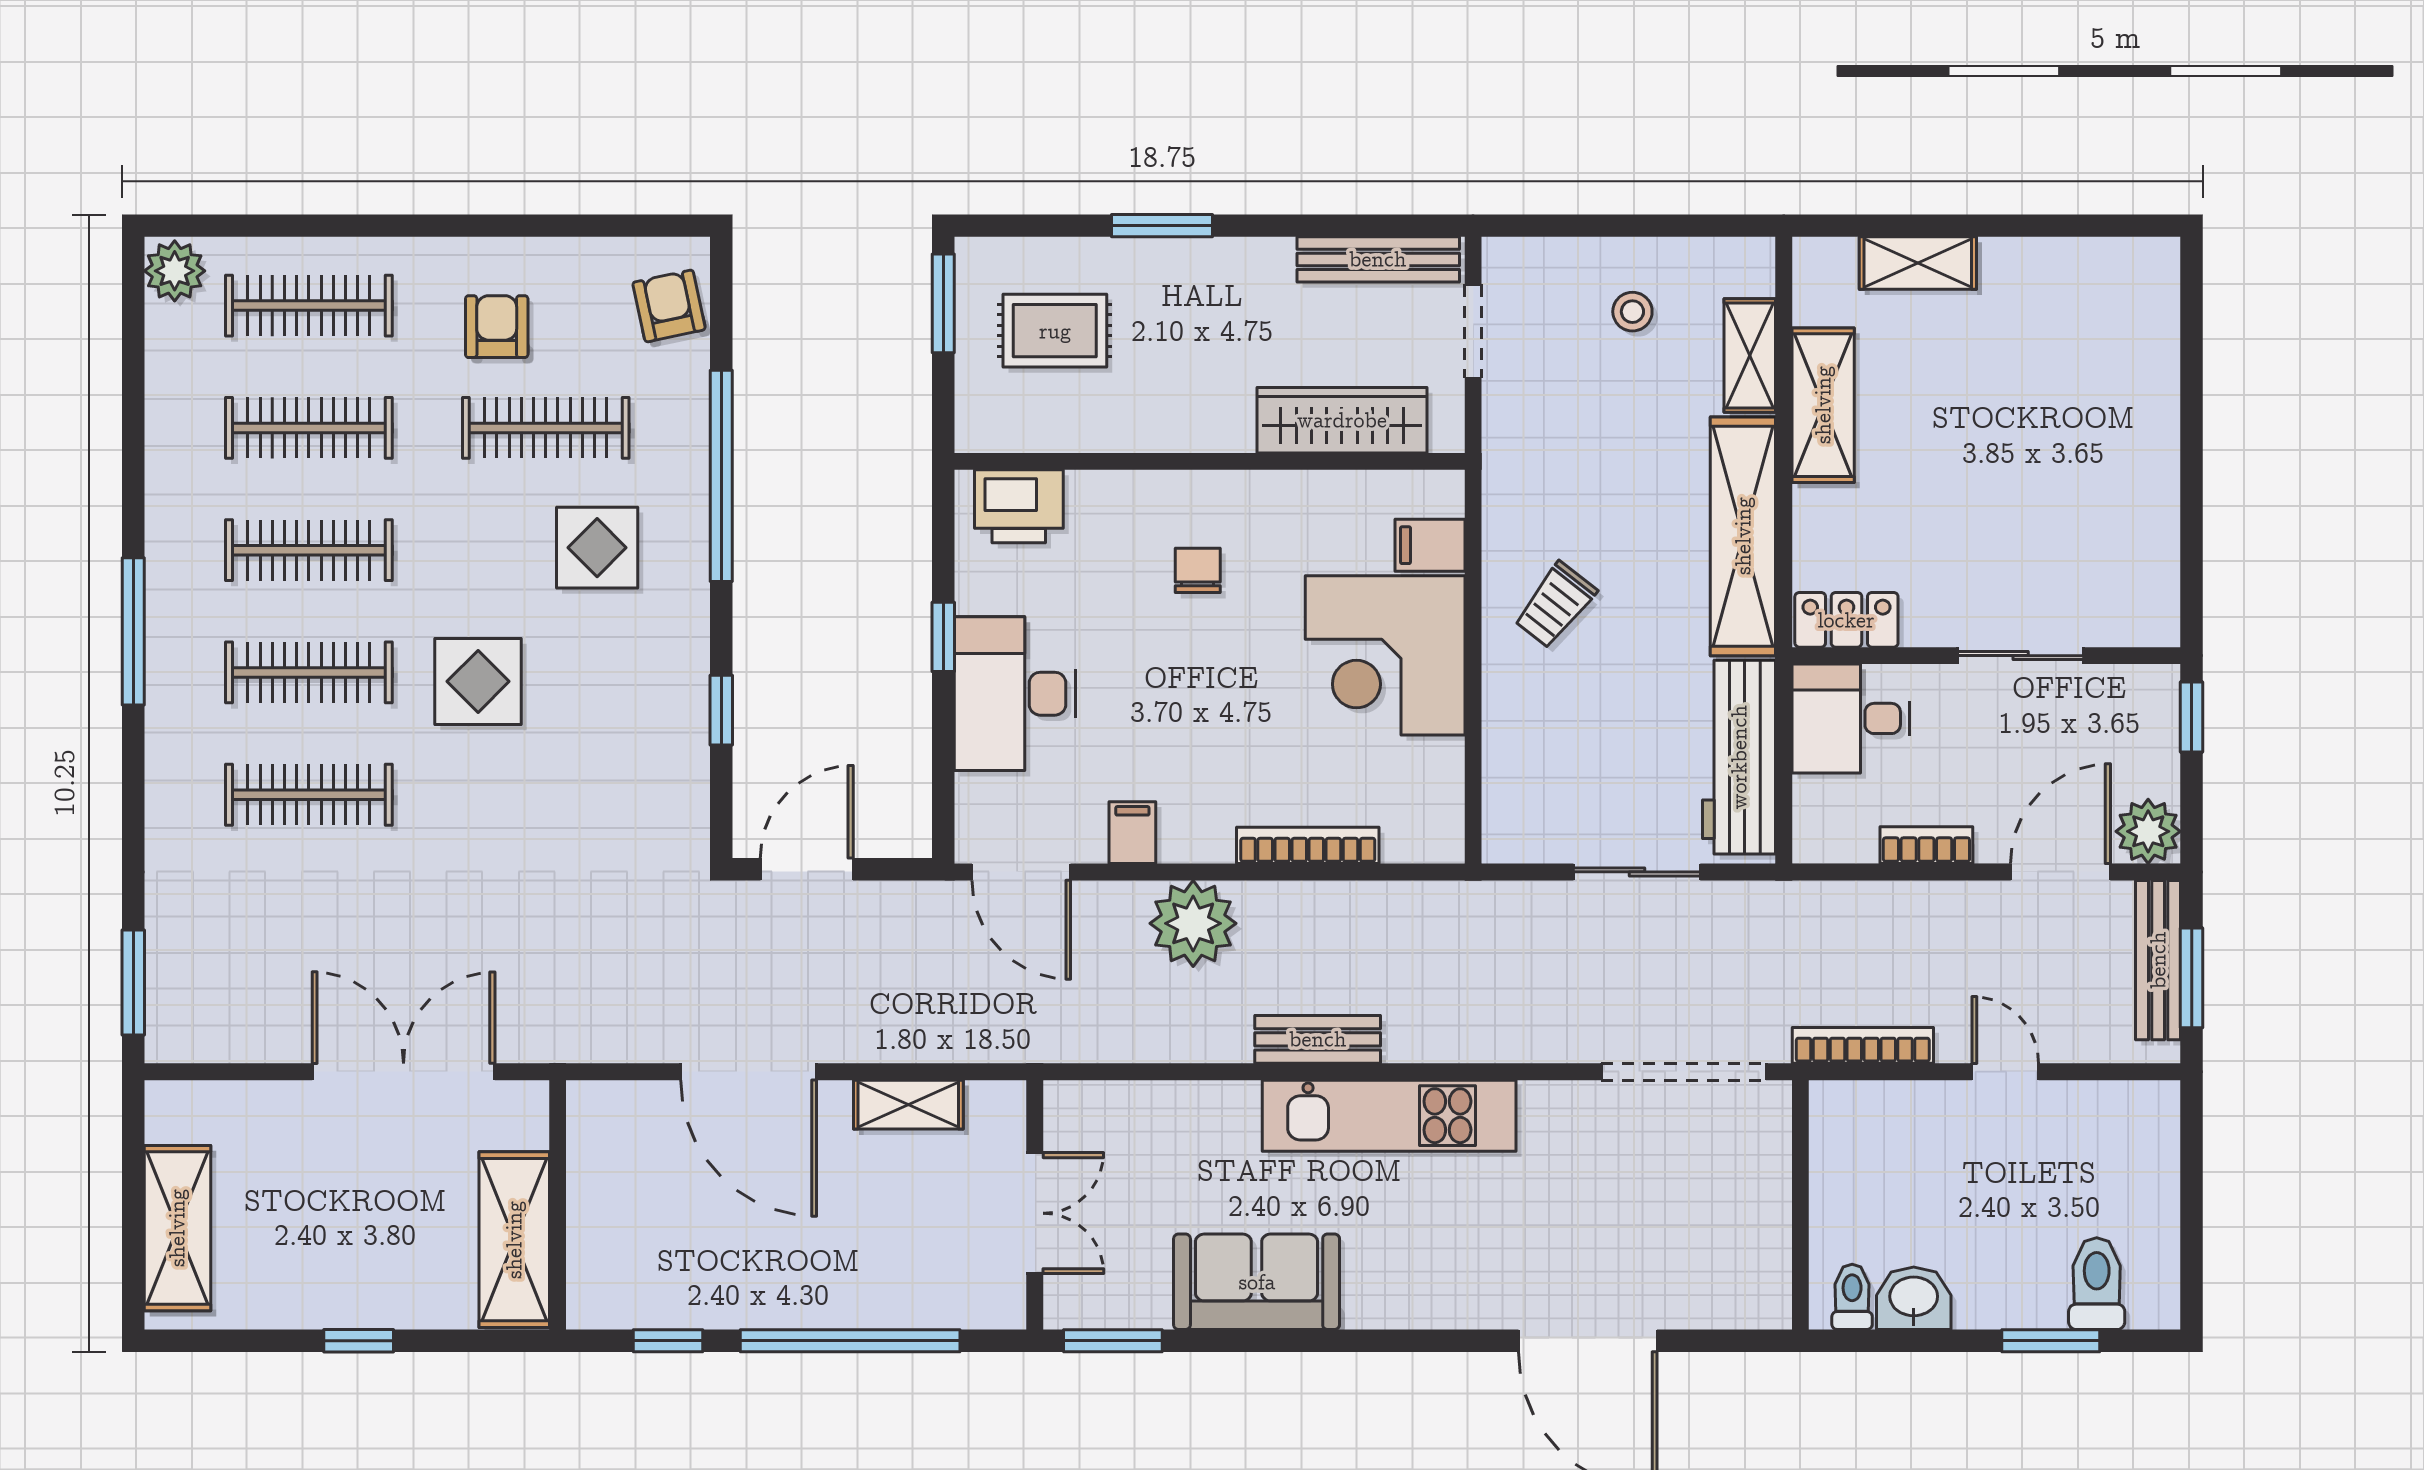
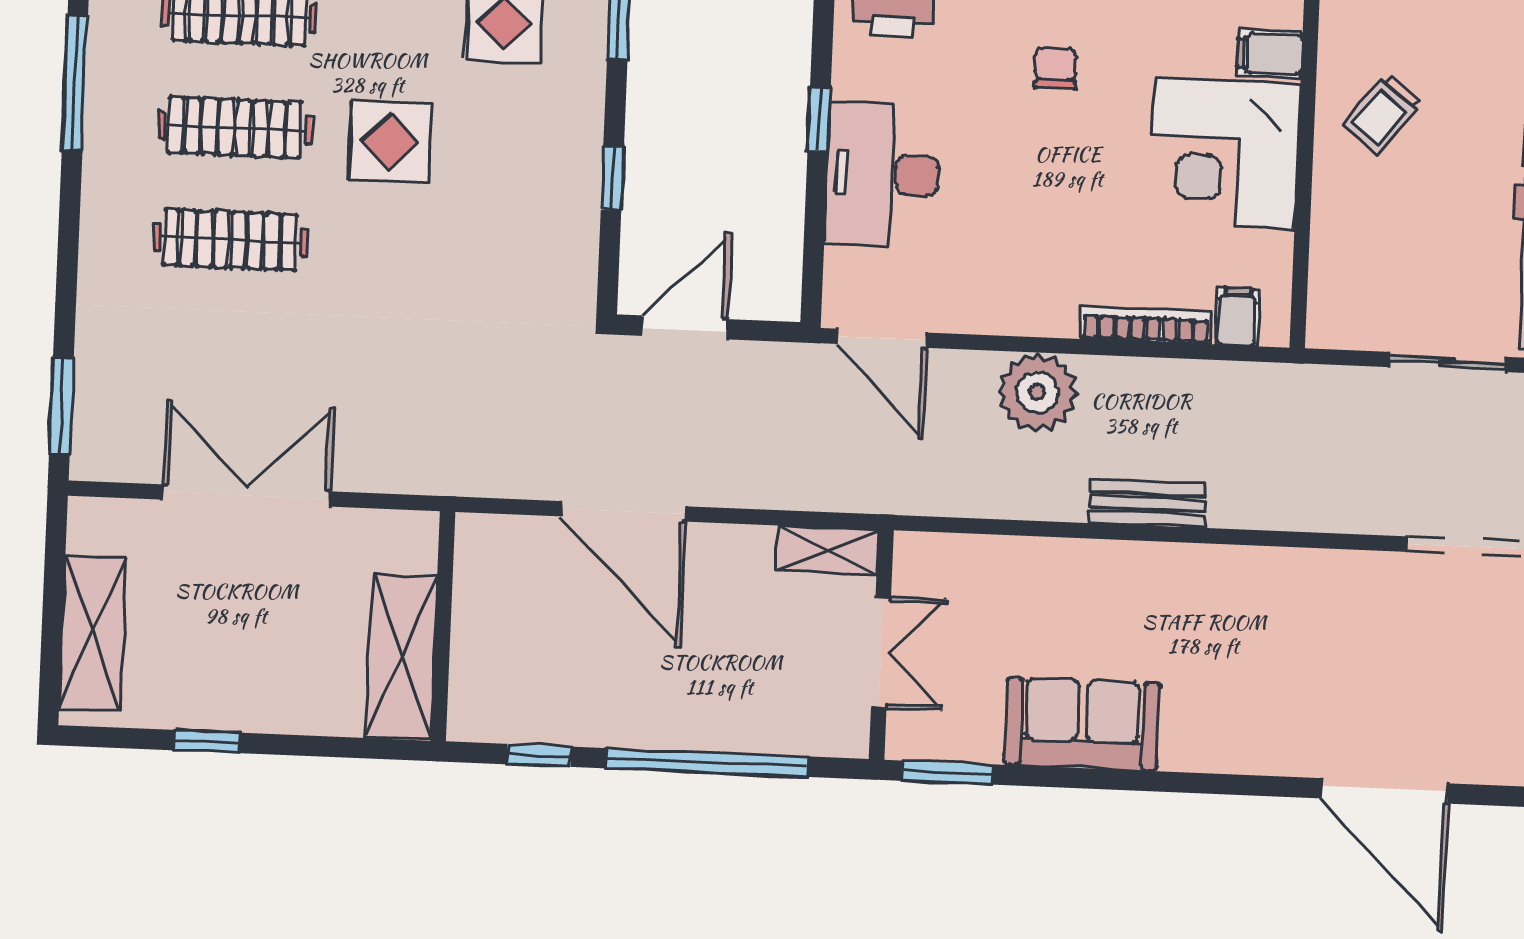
filing cabinet: (1132, 833) -> (1237, 317), moved
double door: (404, 1072) -> (247, 496), moved
shelving: (908, 1105) -> (827, 550), moved
kitchen unit: (1389, 1116) -> (1210, 576), removed
window: (359, 1341) -> (207, 742), moved

